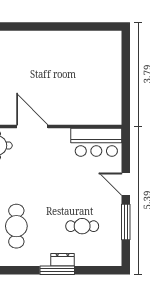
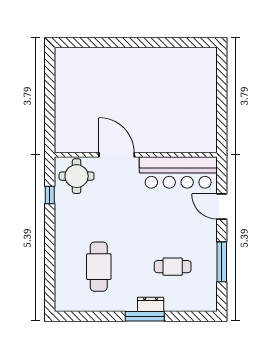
bar counter: (96, 142) -> (178, 172), width x1.36
door: (126, 184) -> (222, 207), moved

